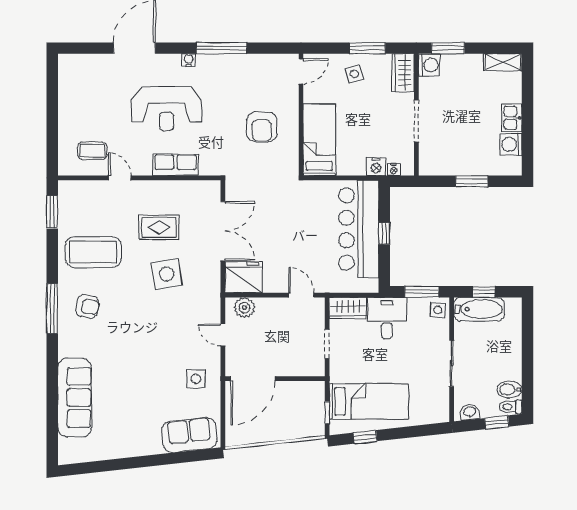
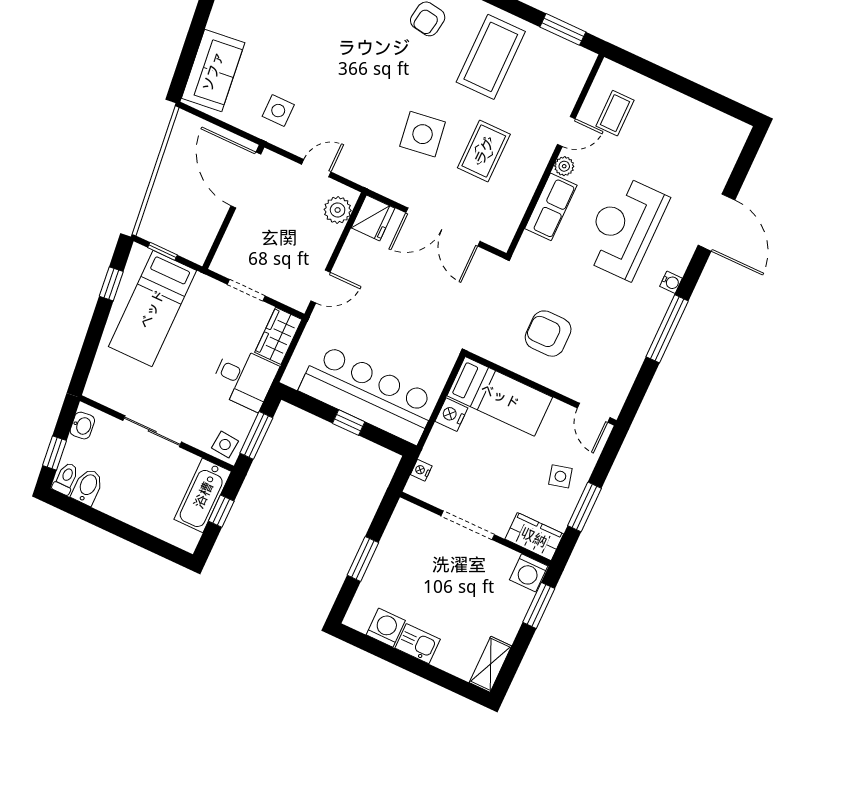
nightstand: (376, 167) -> (451, 415), moved
plant: (144, 168) -> (564, 166), added
fridge: (244, 277) -> (373, 218), width x0.73, depth x0.75

